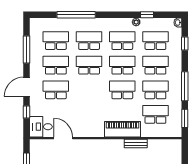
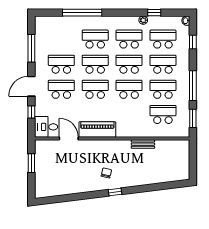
school desk: (56, 41) -> (95, 89), moved
piano: (122, 129) -> (97, 130), moved

